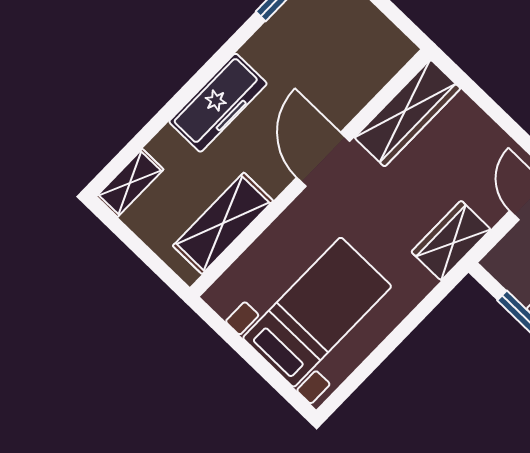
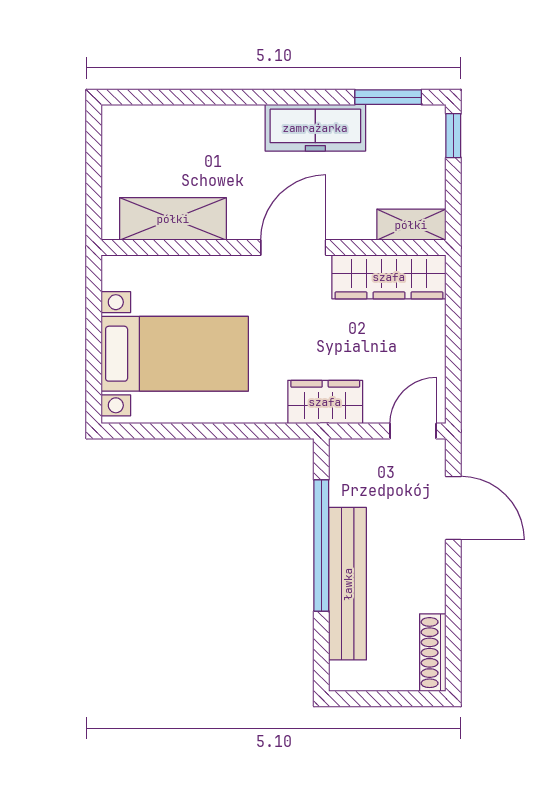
freezer: (218, 103) -> (315, 128), moved
shelving: (130, 183) -> (411, 225), moved

